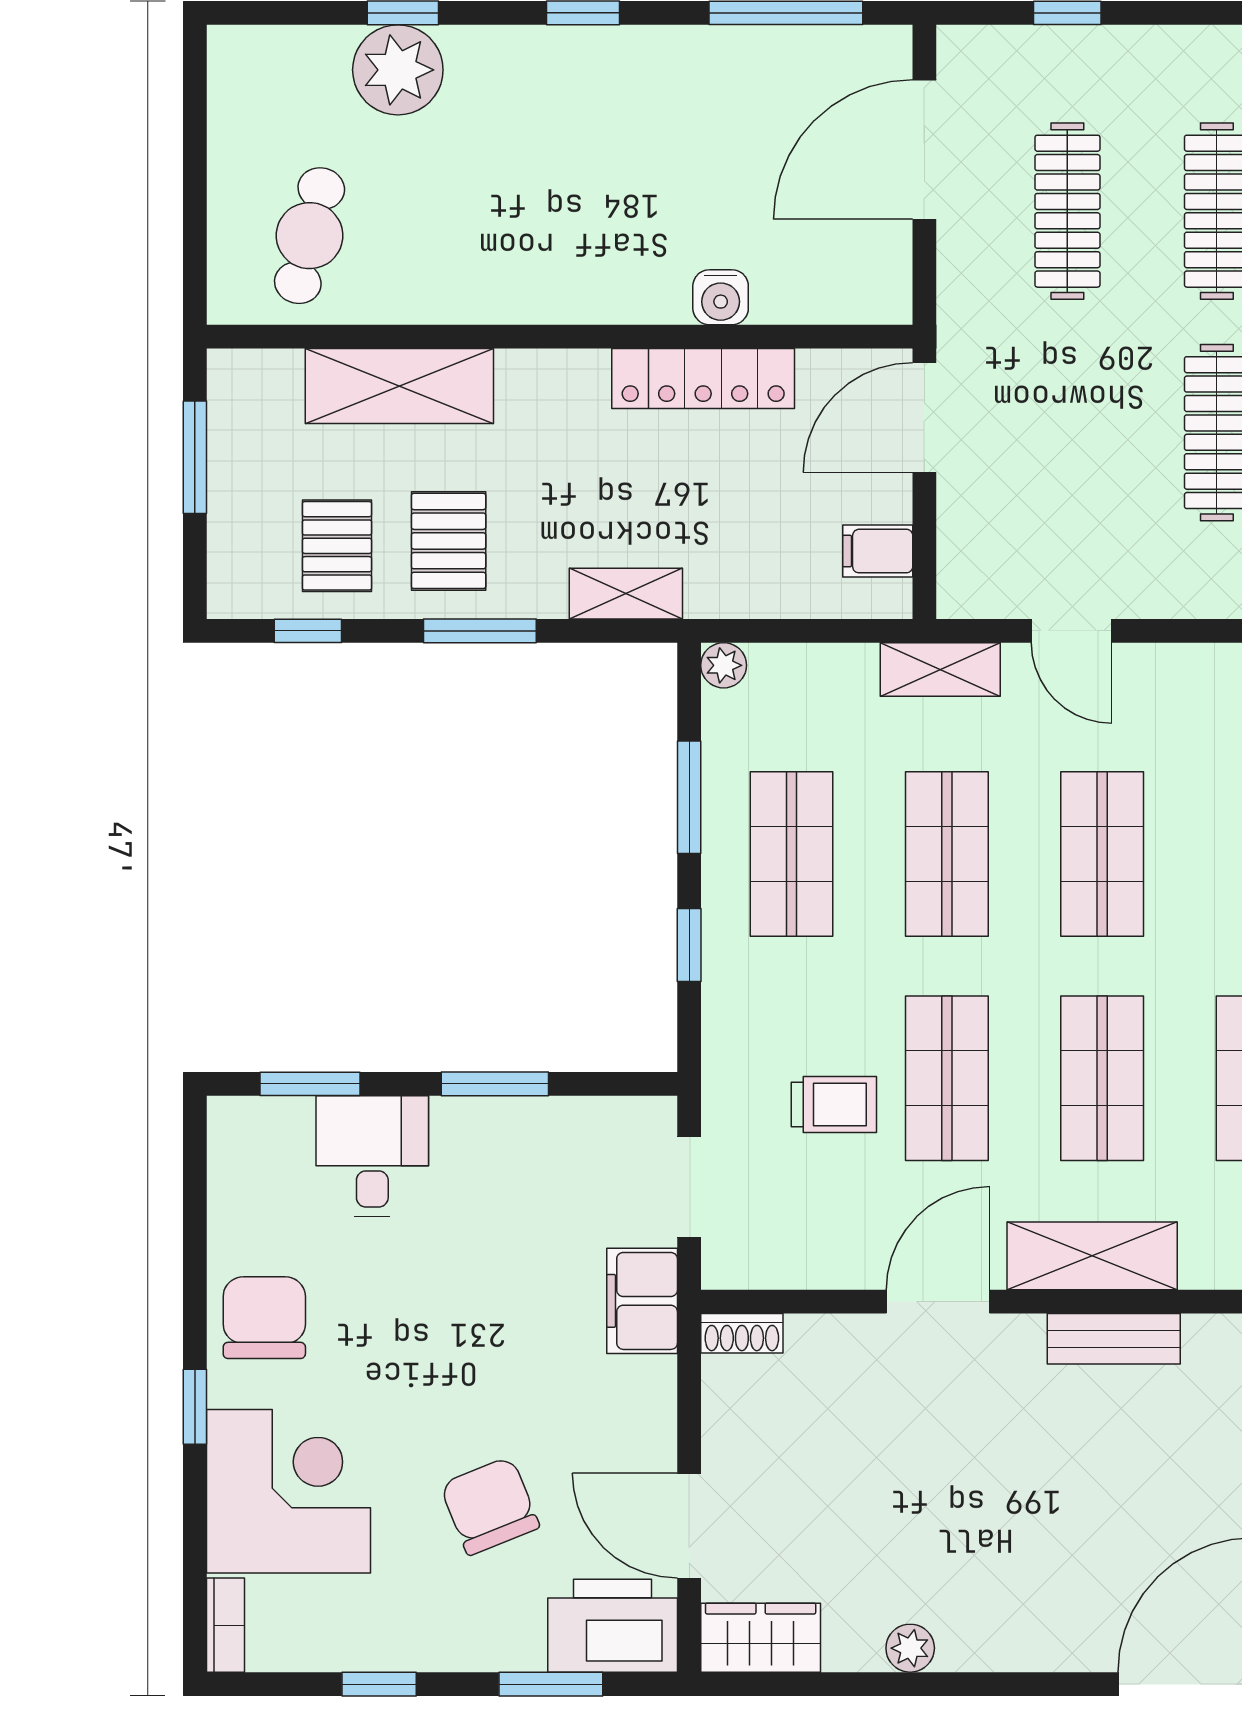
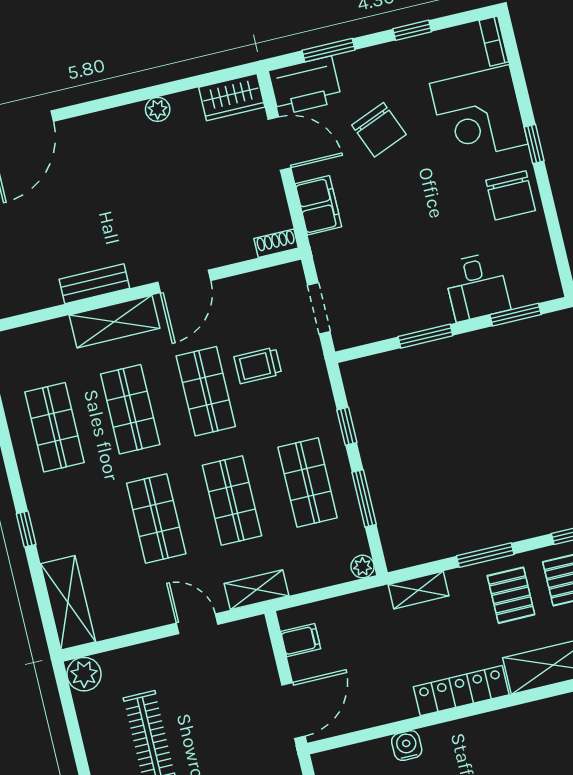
locker: (703, 379) -> (461, 691), moved
filing cabinet: (642, 1301) -> (318, 205), moved

